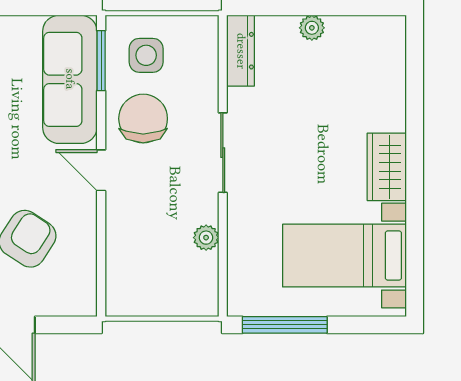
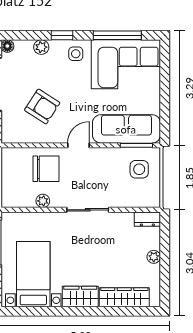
dresser: (241, 51) -> (147, 219), width x0.70
wardrobe: (388, 83) -> (124, 297), added
chair: (143, 119) -> (46, 169), moved

